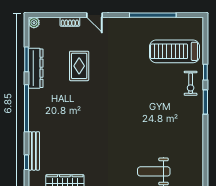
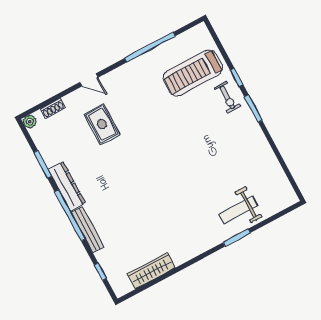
shoe rack: (70, 22) -> (53, 108), moved
rug: (79, 66) -> (102, 124), moved
dresser: (36, 68) -> (67, 186), moved
bench: (34, 151) -> (88, 230), moved

